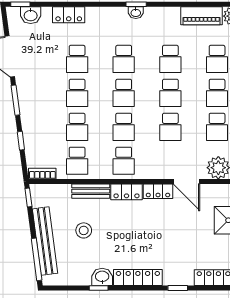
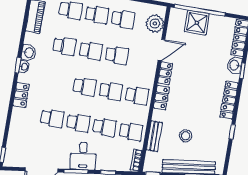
washbasin: (31, 15) -> (29, 53), moved
locker: (69, 15) -> (21, 95), moved
school desk: (124, 59) -> (58, 82), removed
desk: (36, 106) -> (83, 156), added
bench: (91, 191) -> (154, 136), moved
washbasin: (102, 277) -> (235, 65), moved

